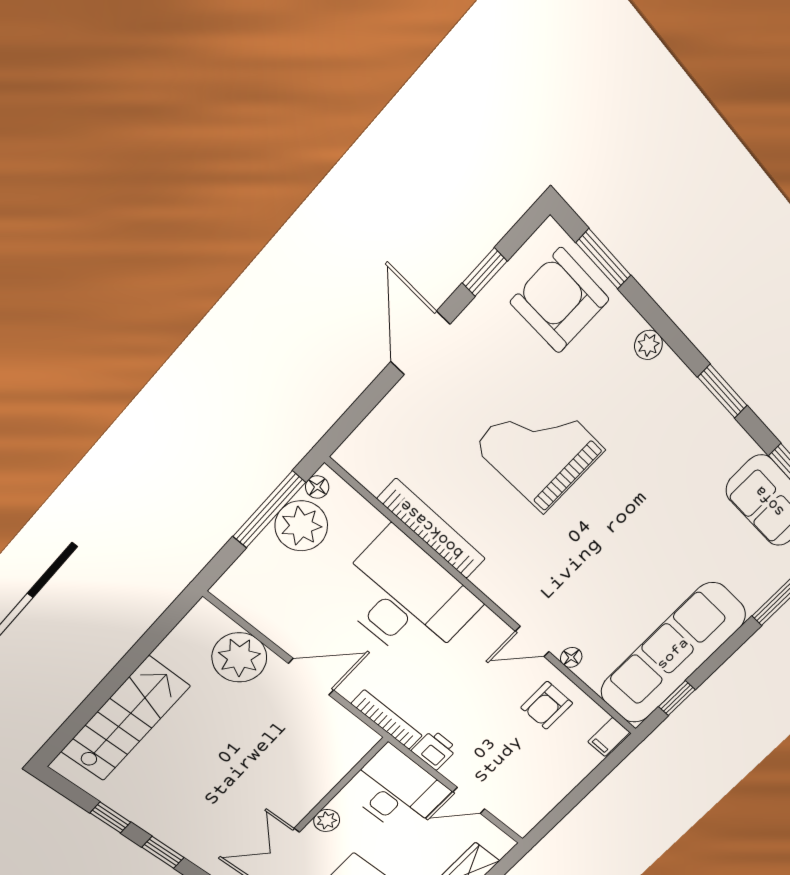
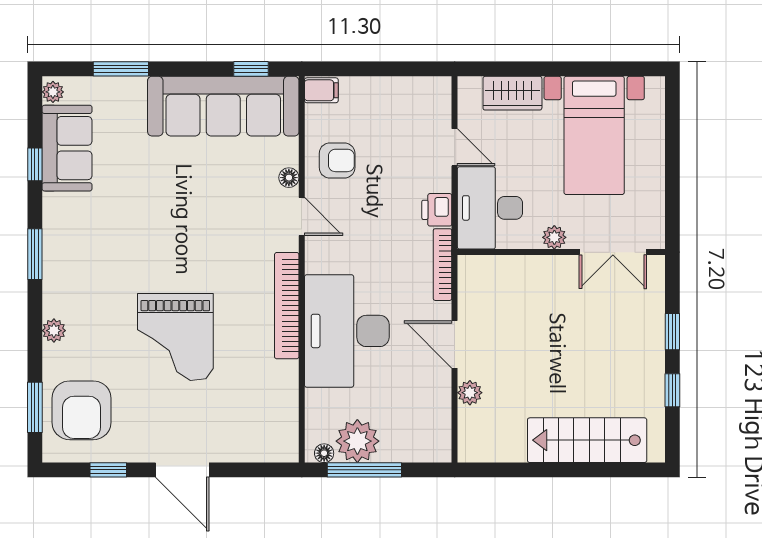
door: (420, 343) -> (182, 470), hinge flipped
bookcase: (432, 529) -> (287, 306), moved
plant: (239, 657) -> (470, 393), width x0.53, depth x0.53

